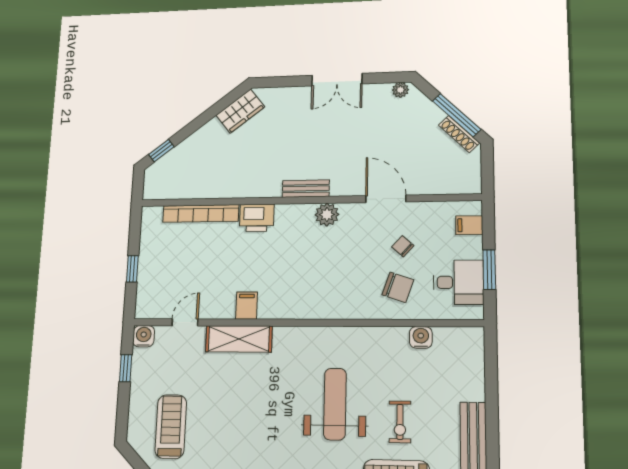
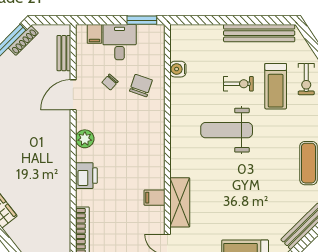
bench: (306, 189) -> (64, 53), moved
printer: (257, 218) -> (86, 176), moved
window: (489, 270) -> (142, 20), moved
desk: (458, 282) -> (120, 42), moved

